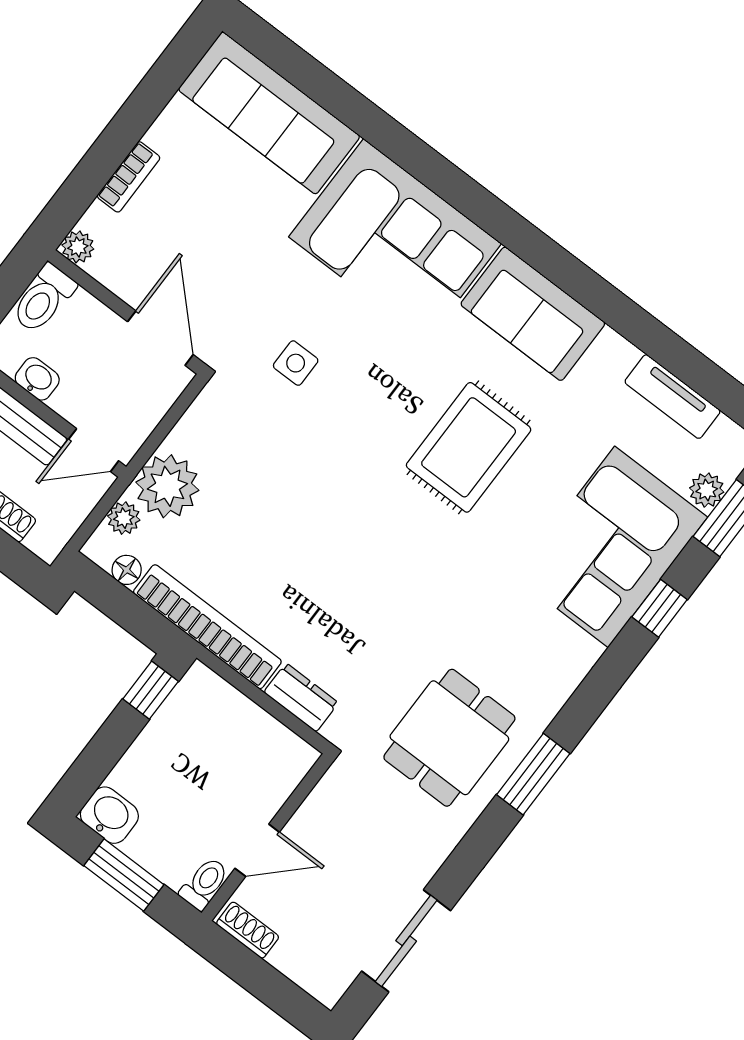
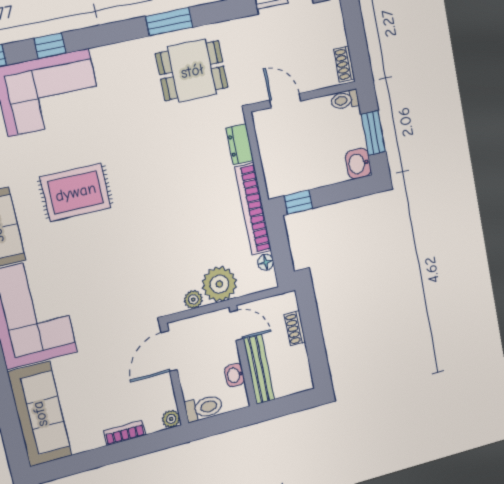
side table: (296, 363) -> (120, 293), removed
plant: (124, 518) -> (193, 299), moved
door: (257, 850) -> (285, 100), moved

